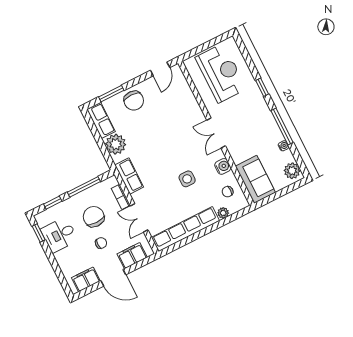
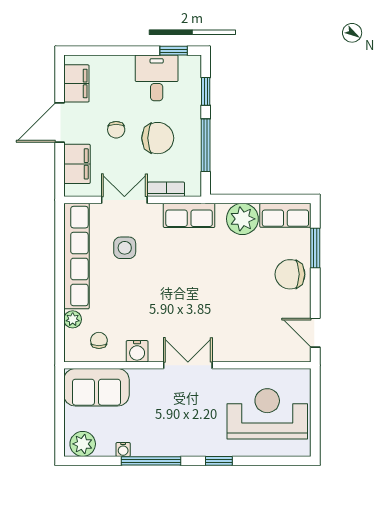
reception desk: (221, 73) -> (267, 414), turned 180
side table: (187, 179) -> (125, 248), moved

